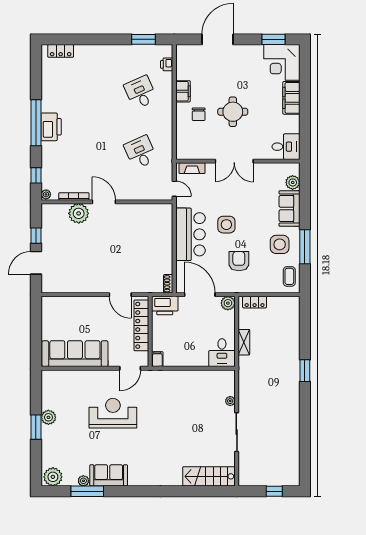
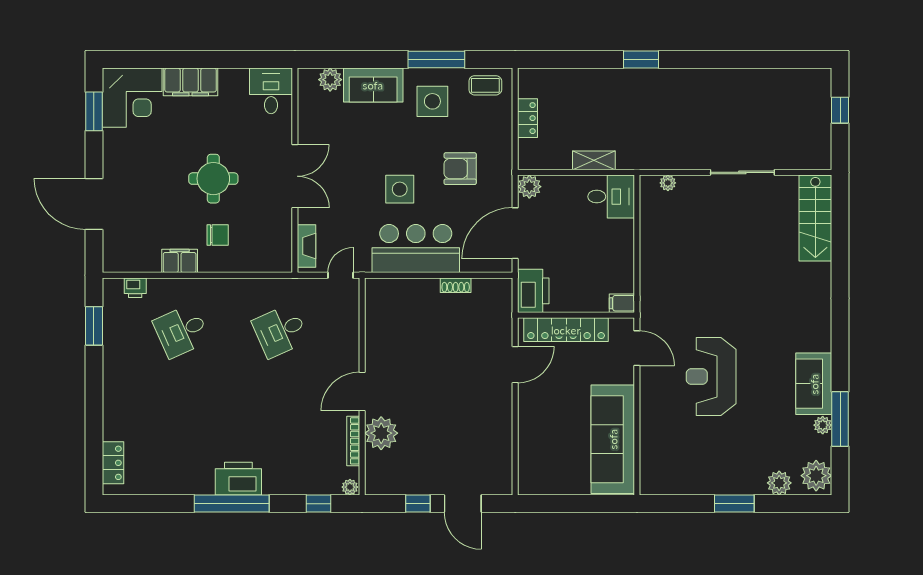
shoe rack: (168, 284) -> (456, 285), moved
locker: (255, 302) -> (528, 118), moved
plant: (230, 401) -> (668, 183), moved
plant: (48, 417) -> (779, 483), moved

